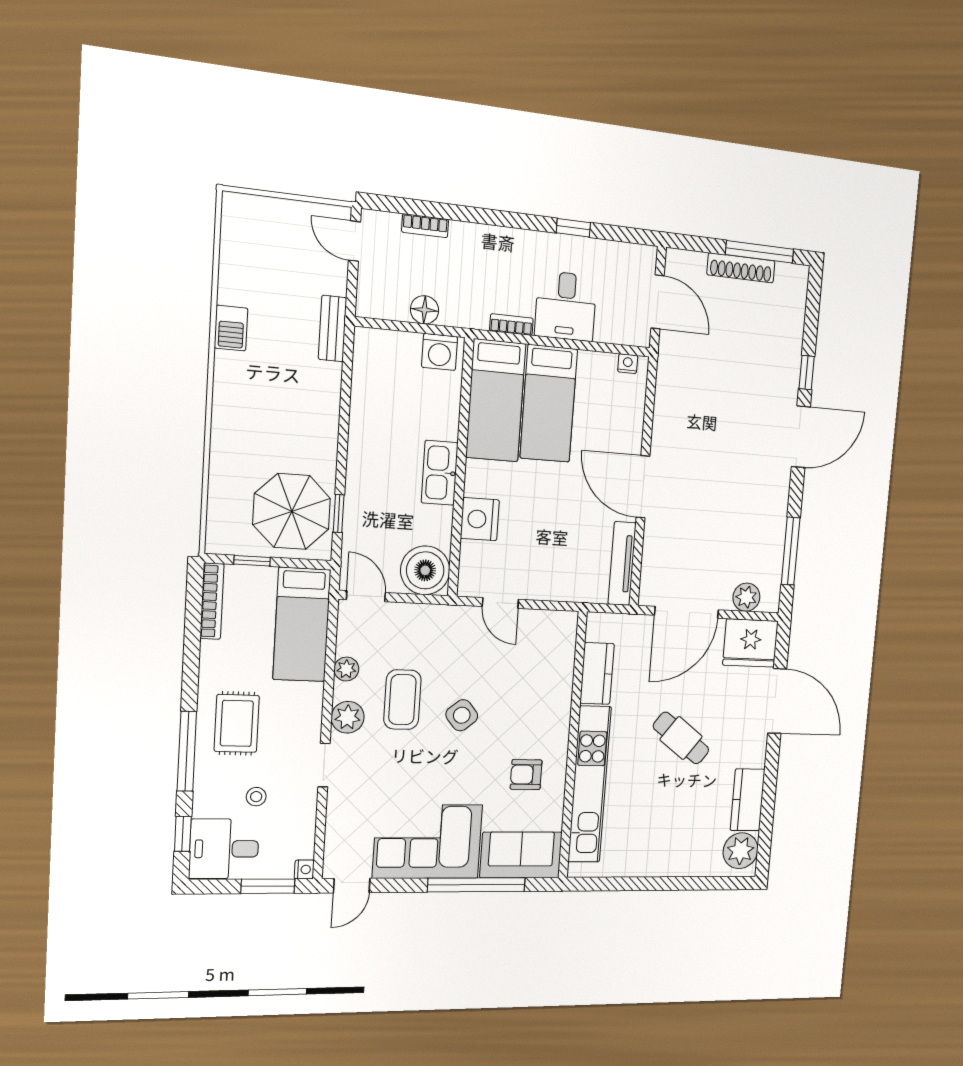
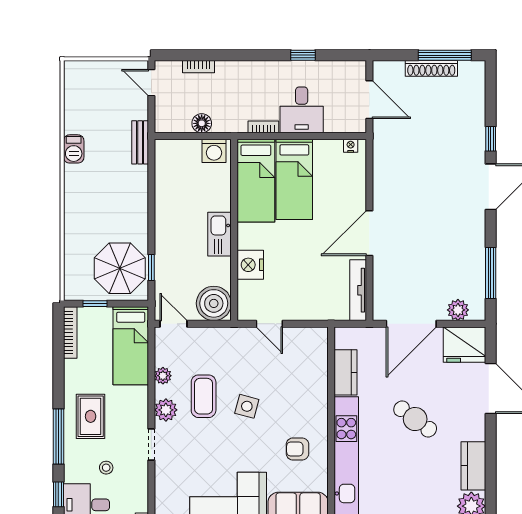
door: (643, 487) -> (369, 233), hinge flipped
side table: (462, 715) -> (247, 406), turned -36

